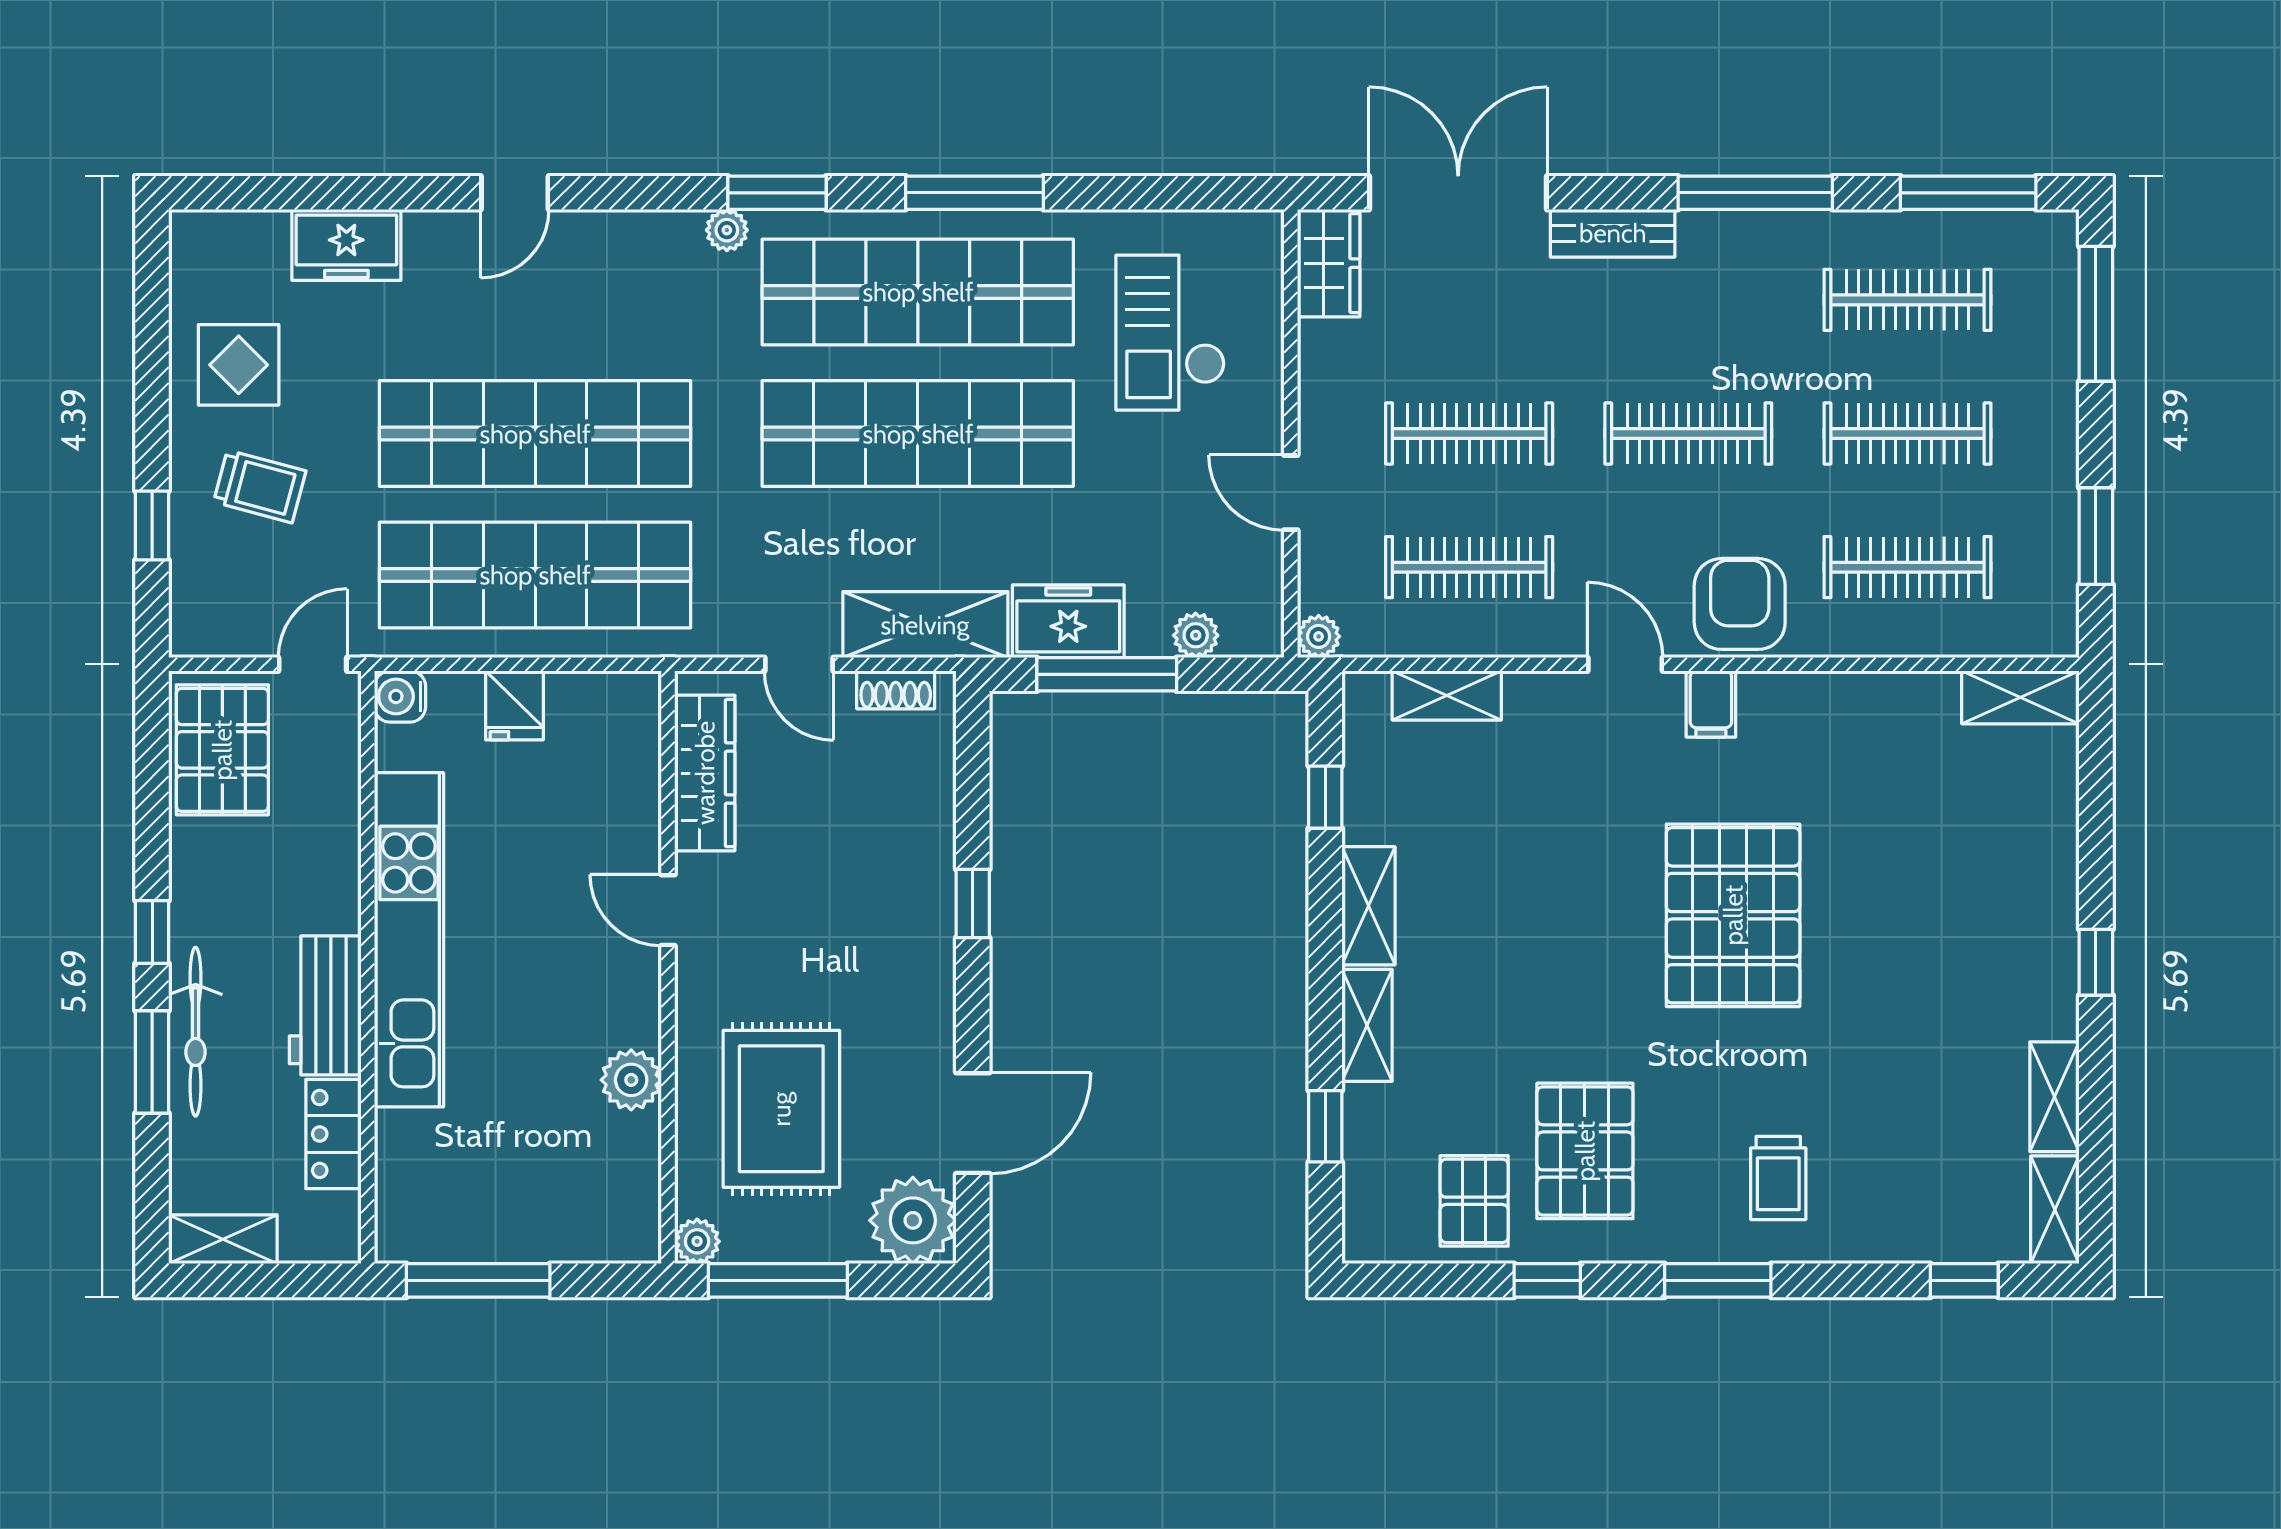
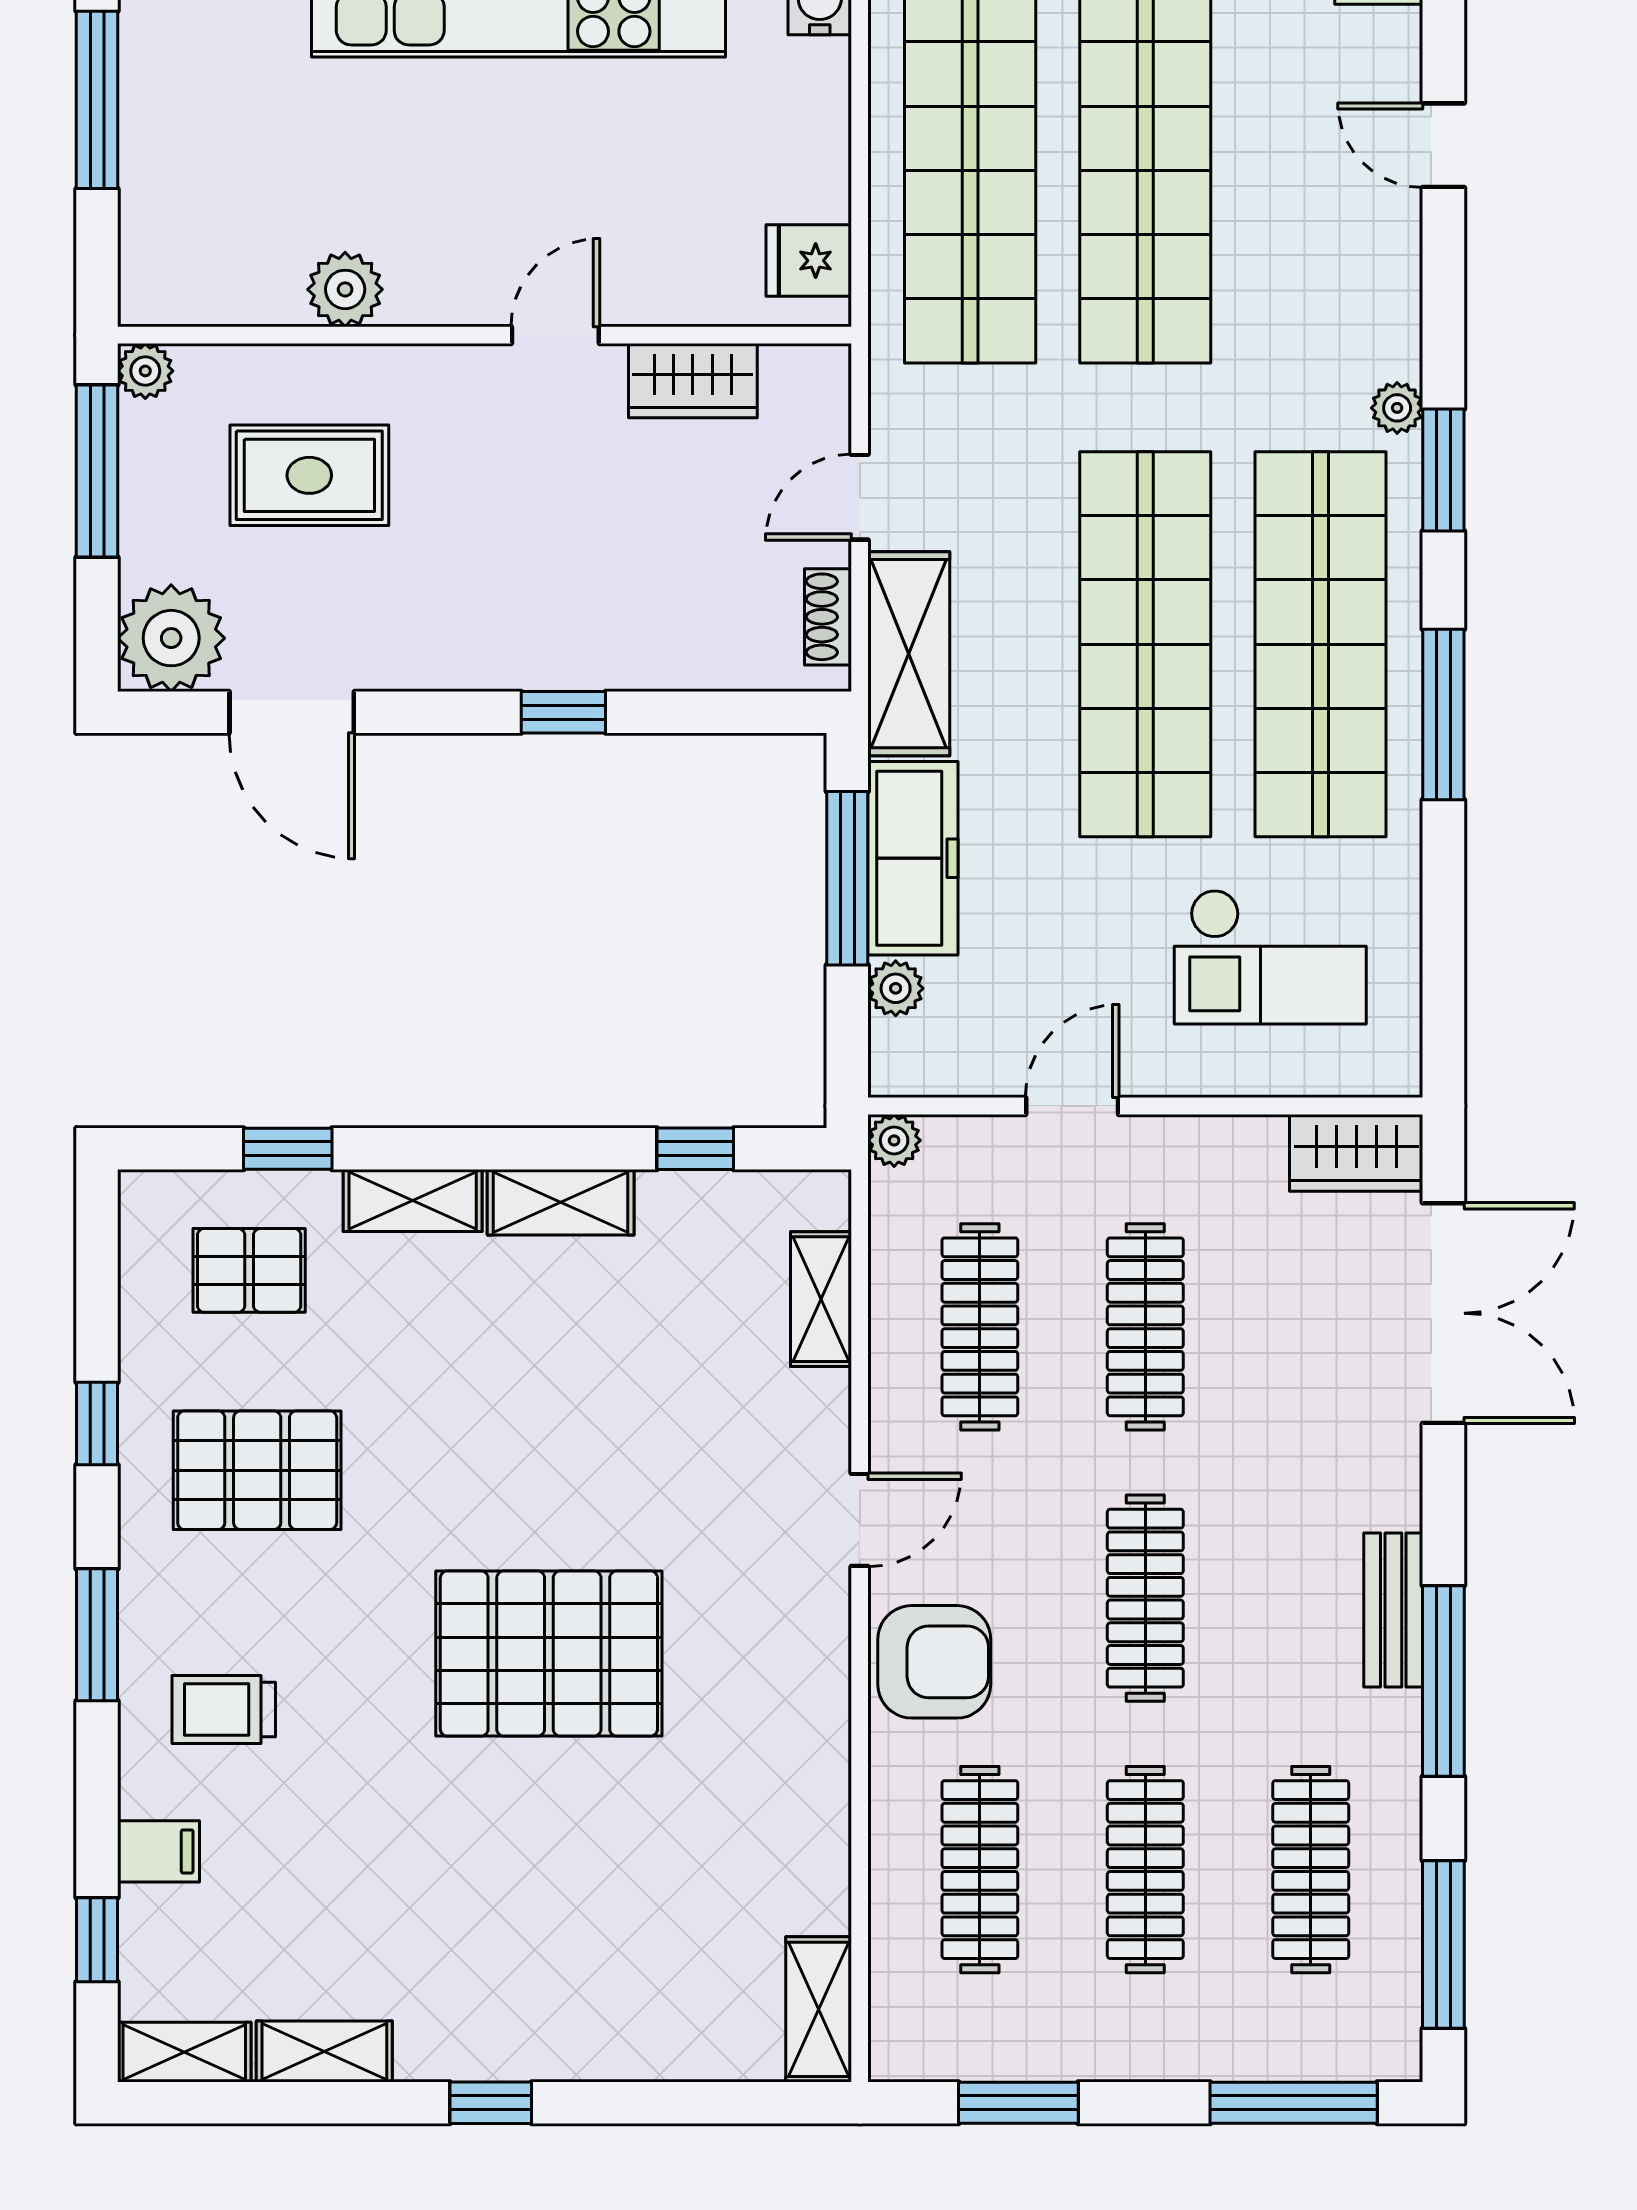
bench: (1613, 233) -> (1393, 1610), moved
checkout: (1170, 333) -> (1270, 957), turned 180
freezer: (1068, 621) -> (913, 858), width x1.40
filing cabinet: (1711, 704) -> (159, 1851), moved, turned 180
fridge: (514, 705) -> (809, 261), moved
wardrobe: (705, 773) -> (693, 381), width x0.67
rug: (781, 1109) -> (309, 475), width x0.73, depth x0.70
pallet: (1474, 1201) -> (249, 1270), moved

